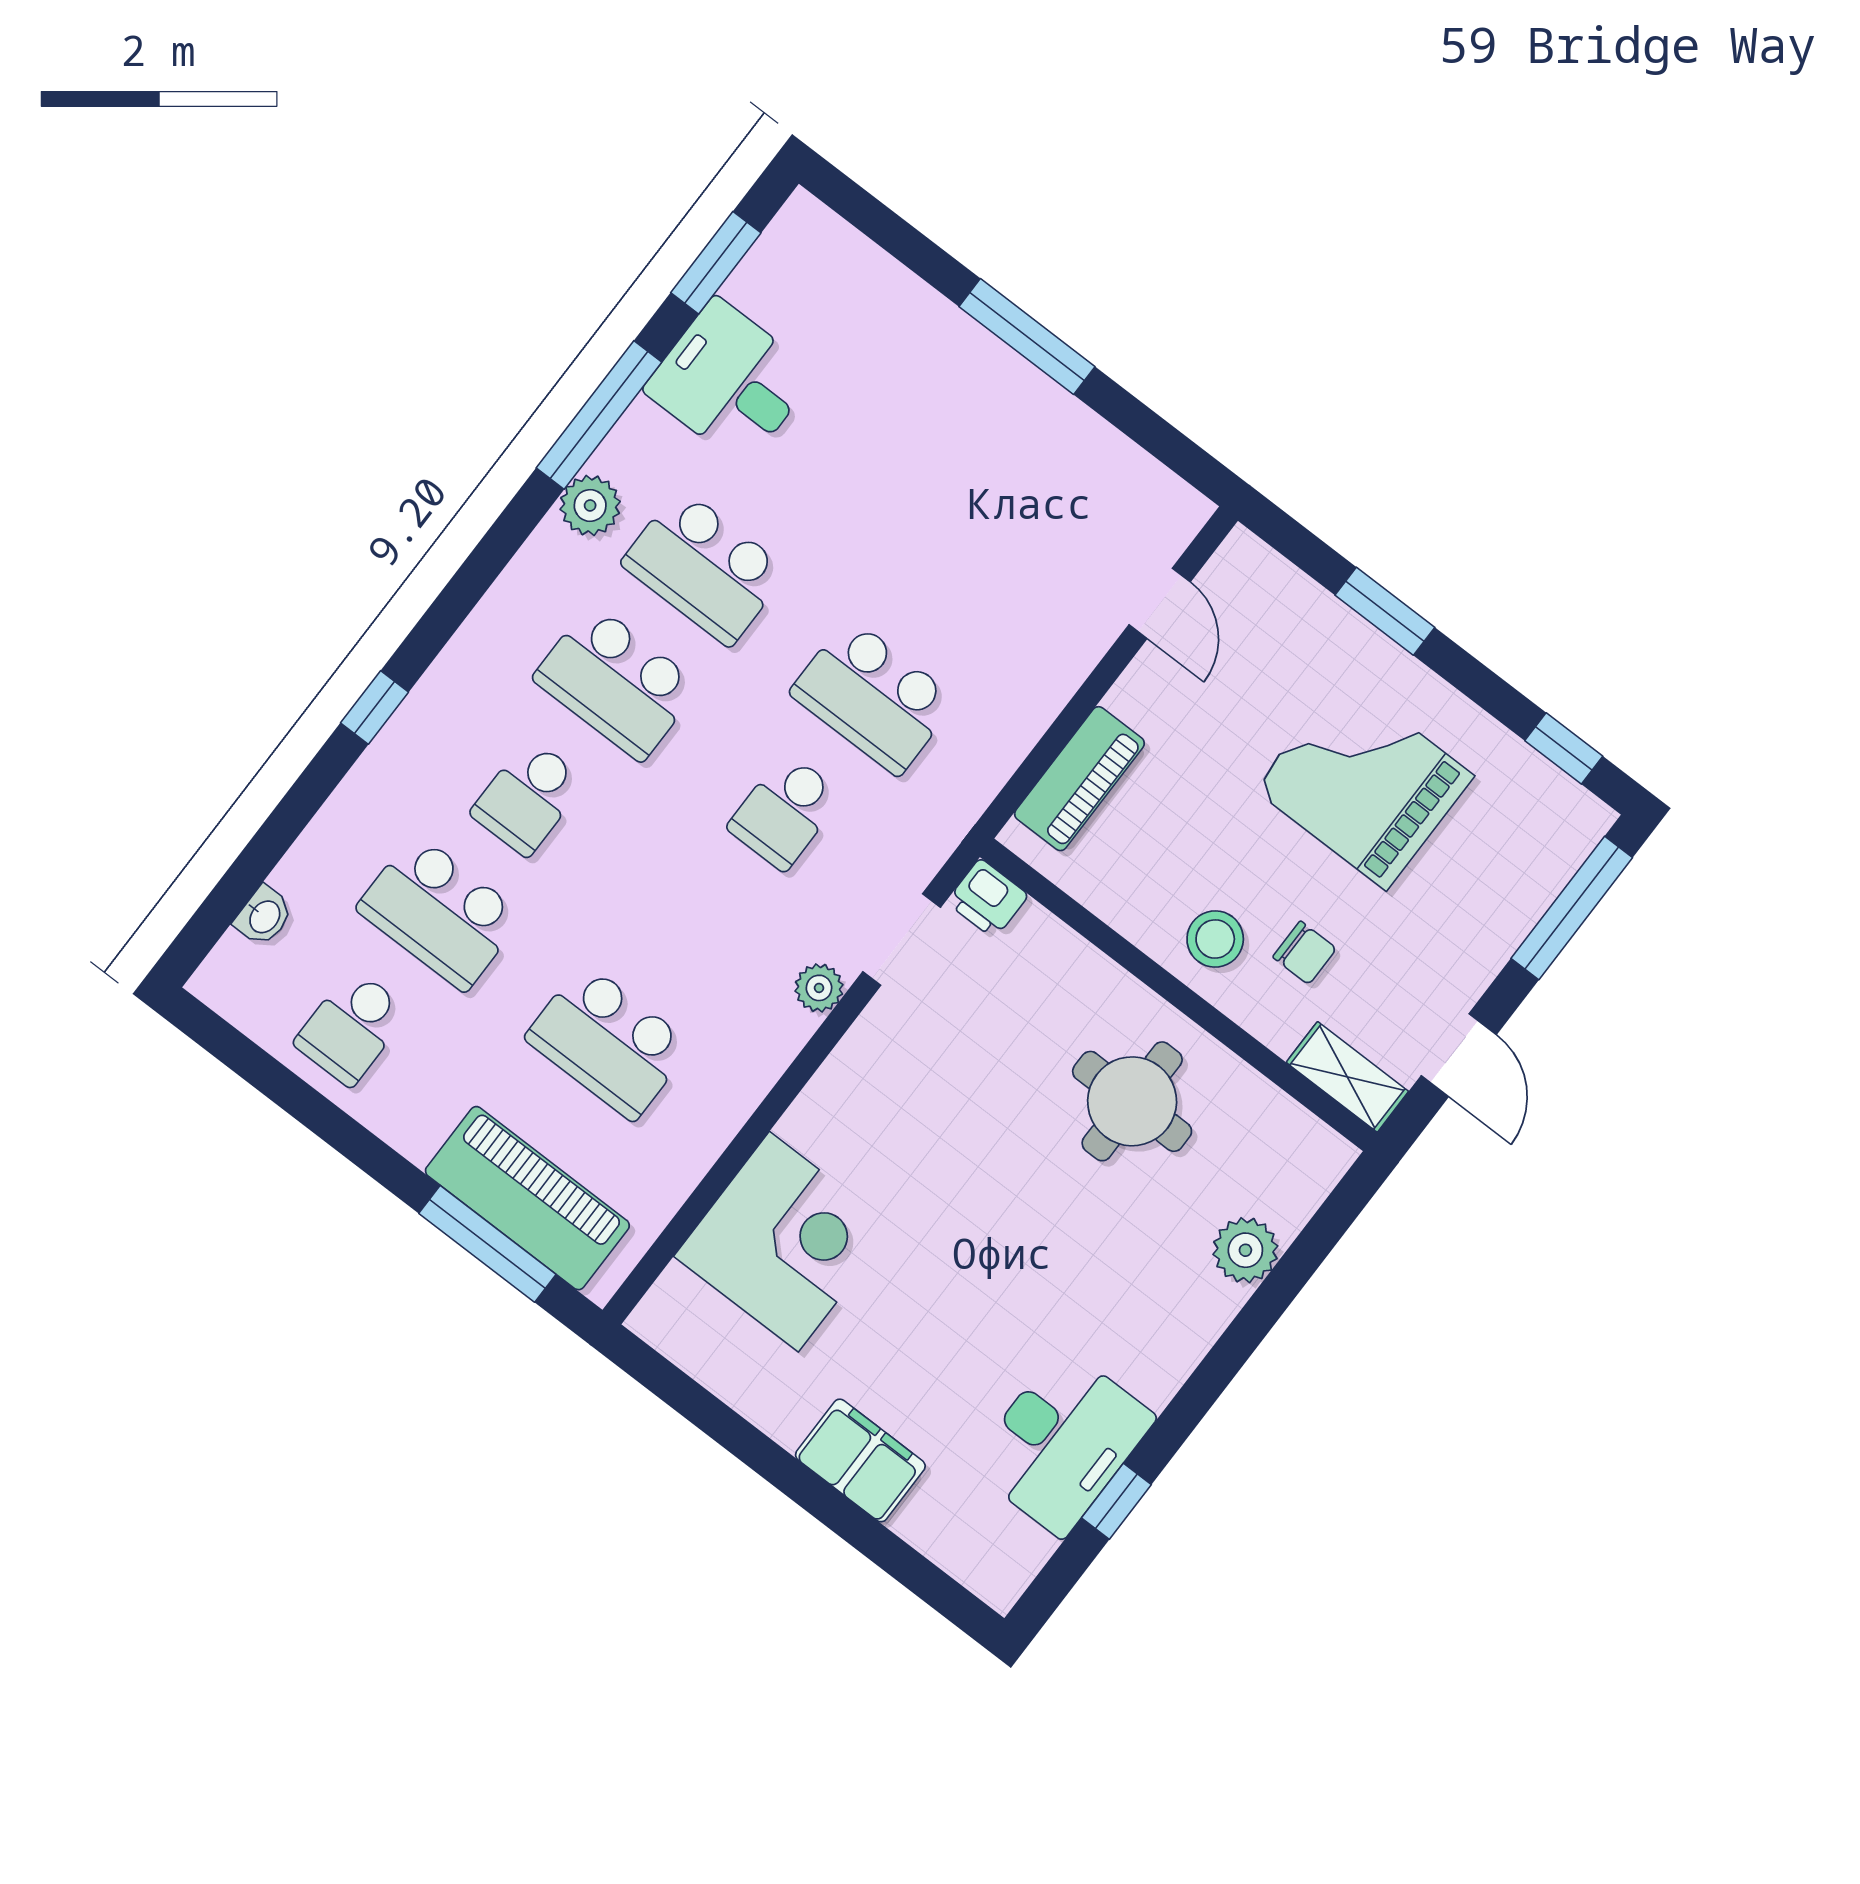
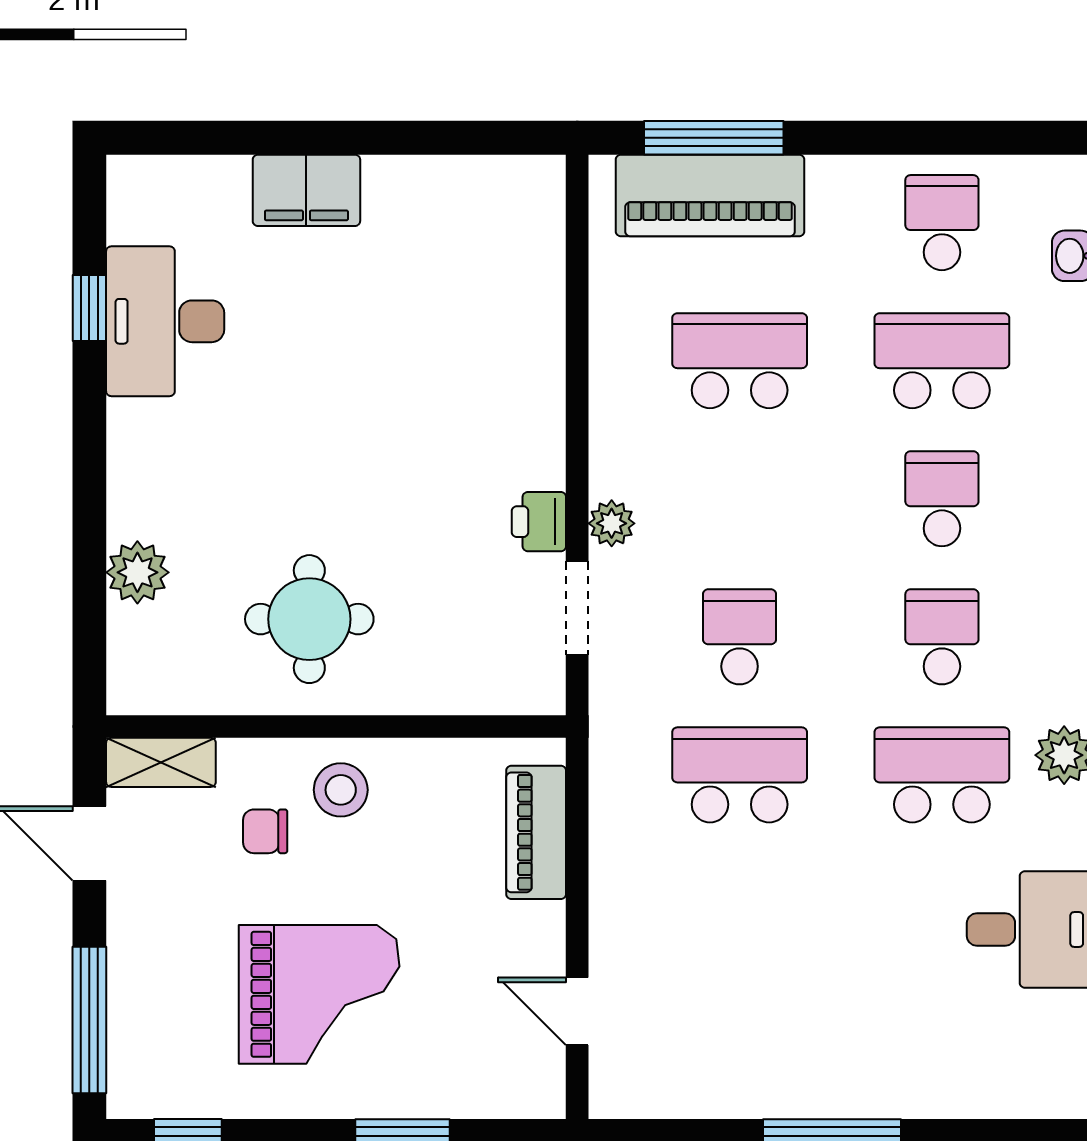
school desk: (616, 682) -> (942, 637), width x0.54
printer: (987, 899) -> (539, 522), moved, turned -90
corner desk: (784, 1242) -> (491, 311), removed

